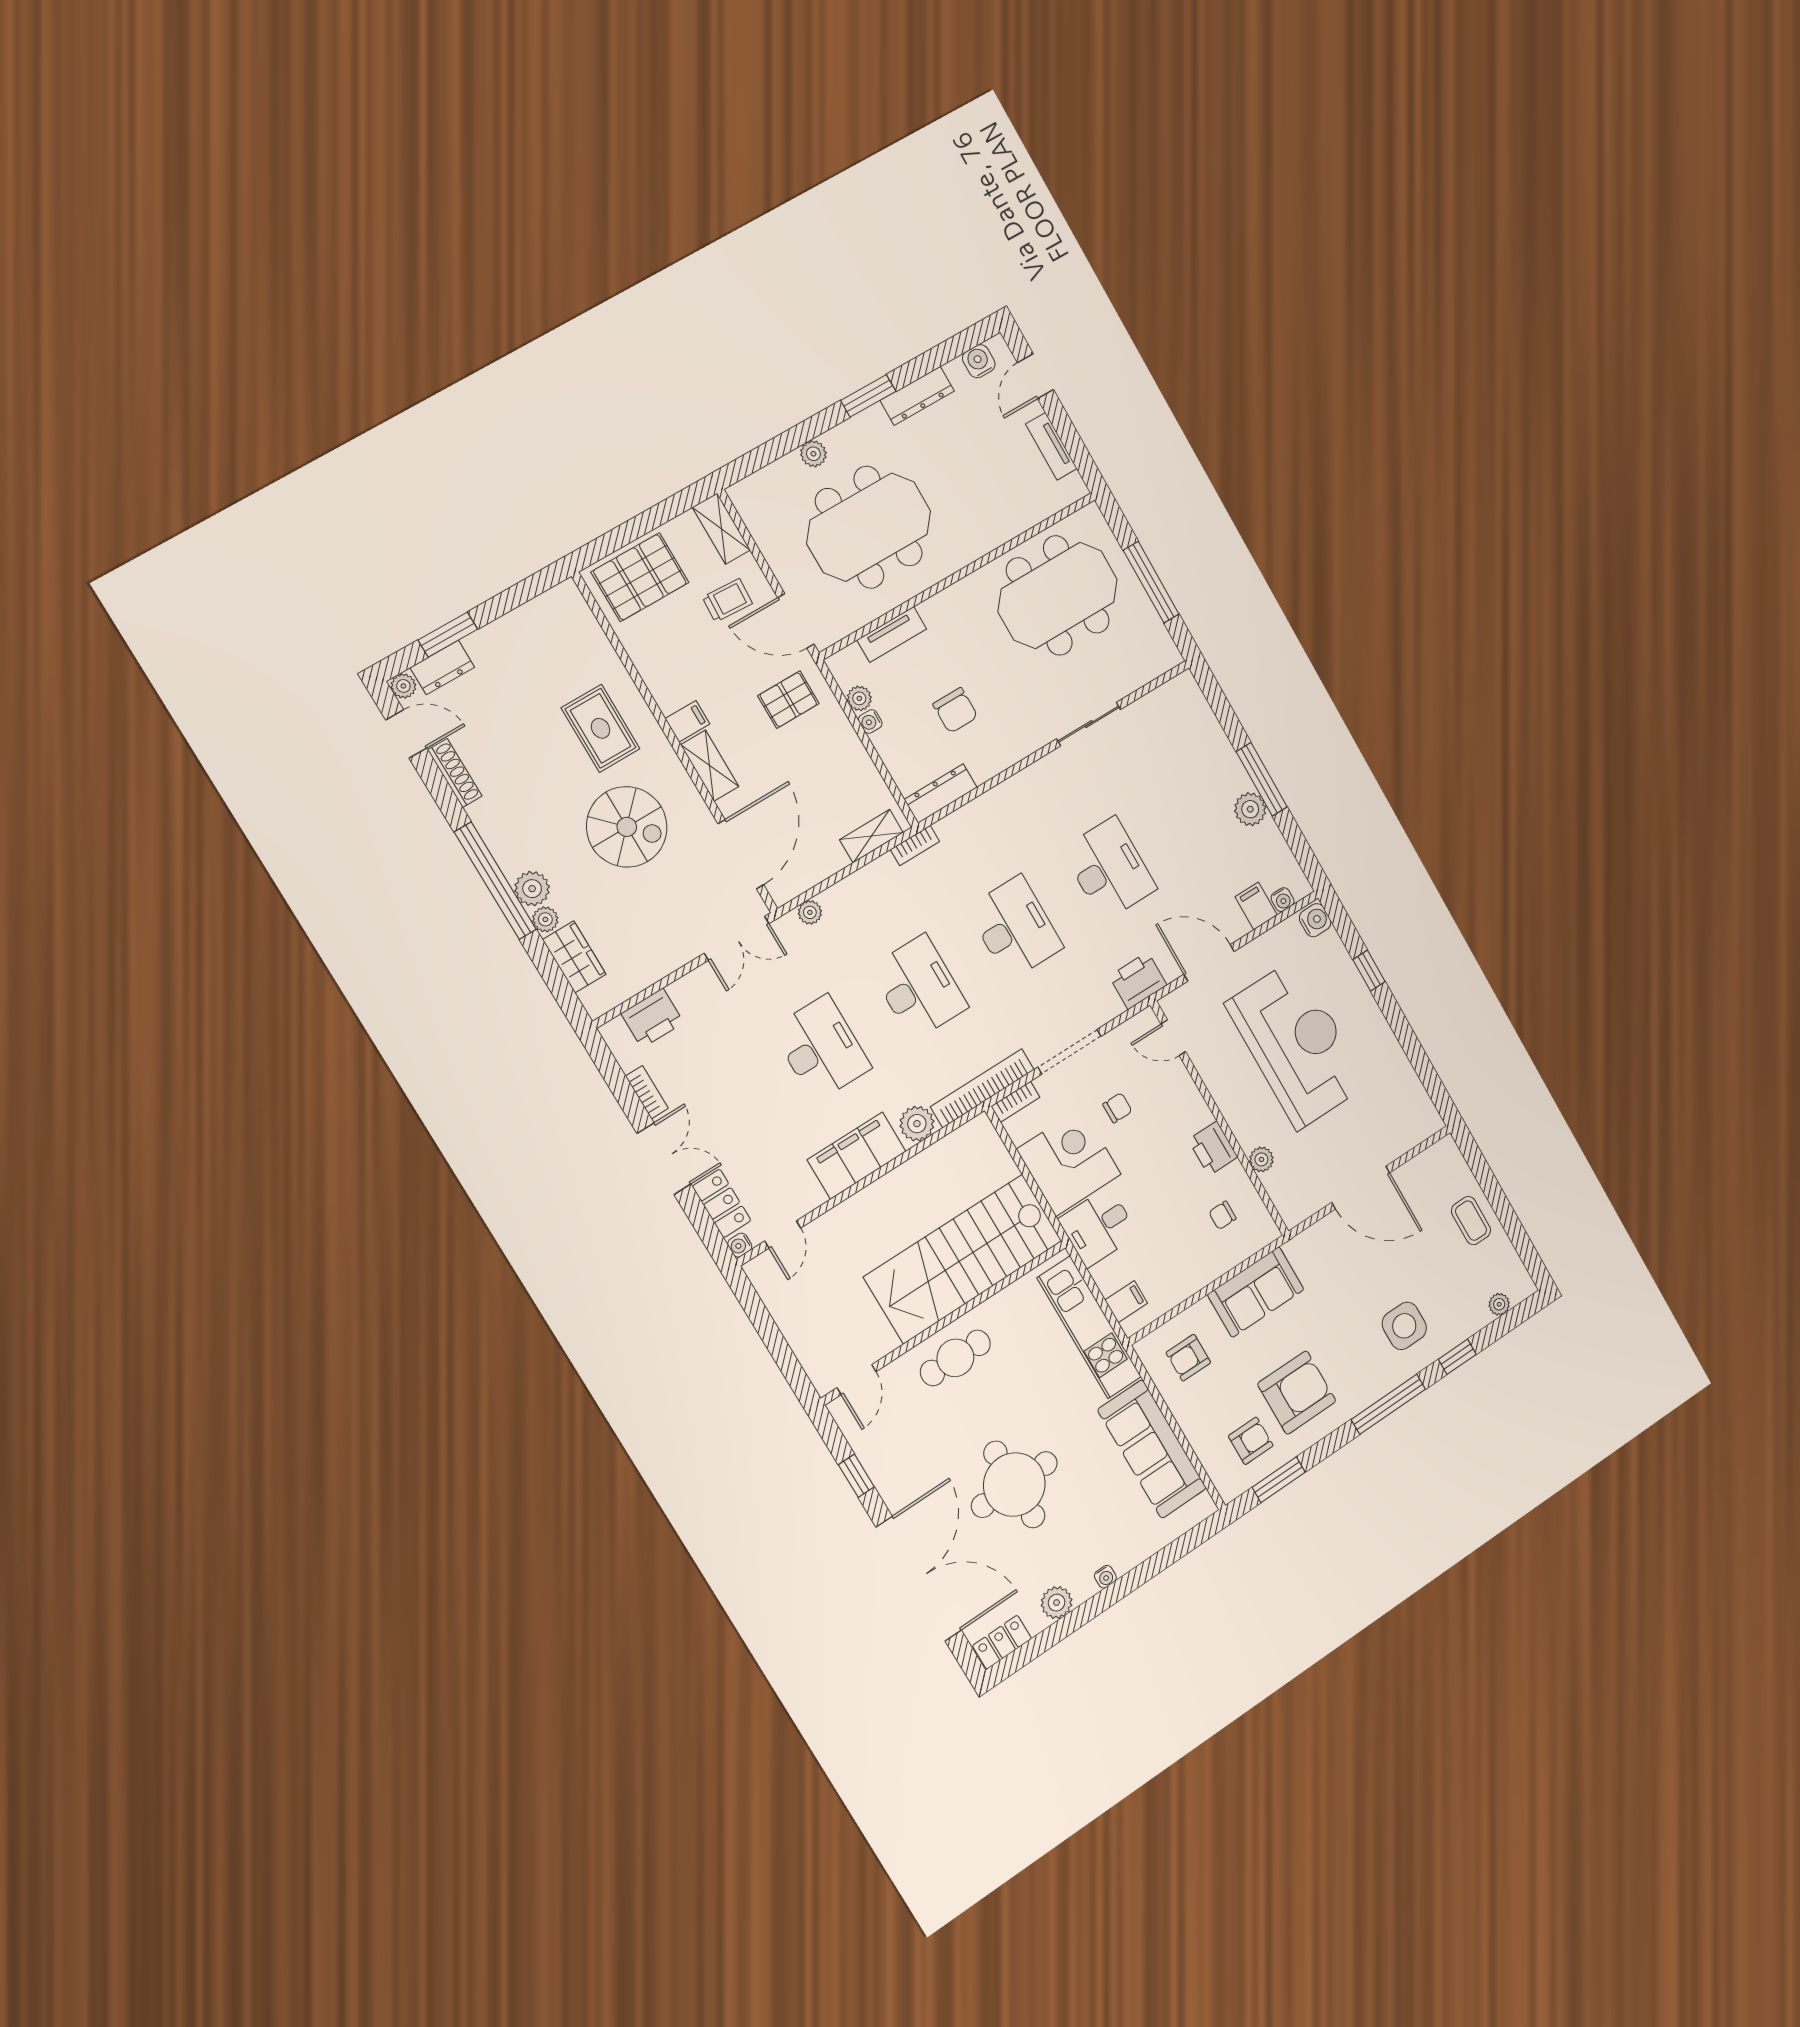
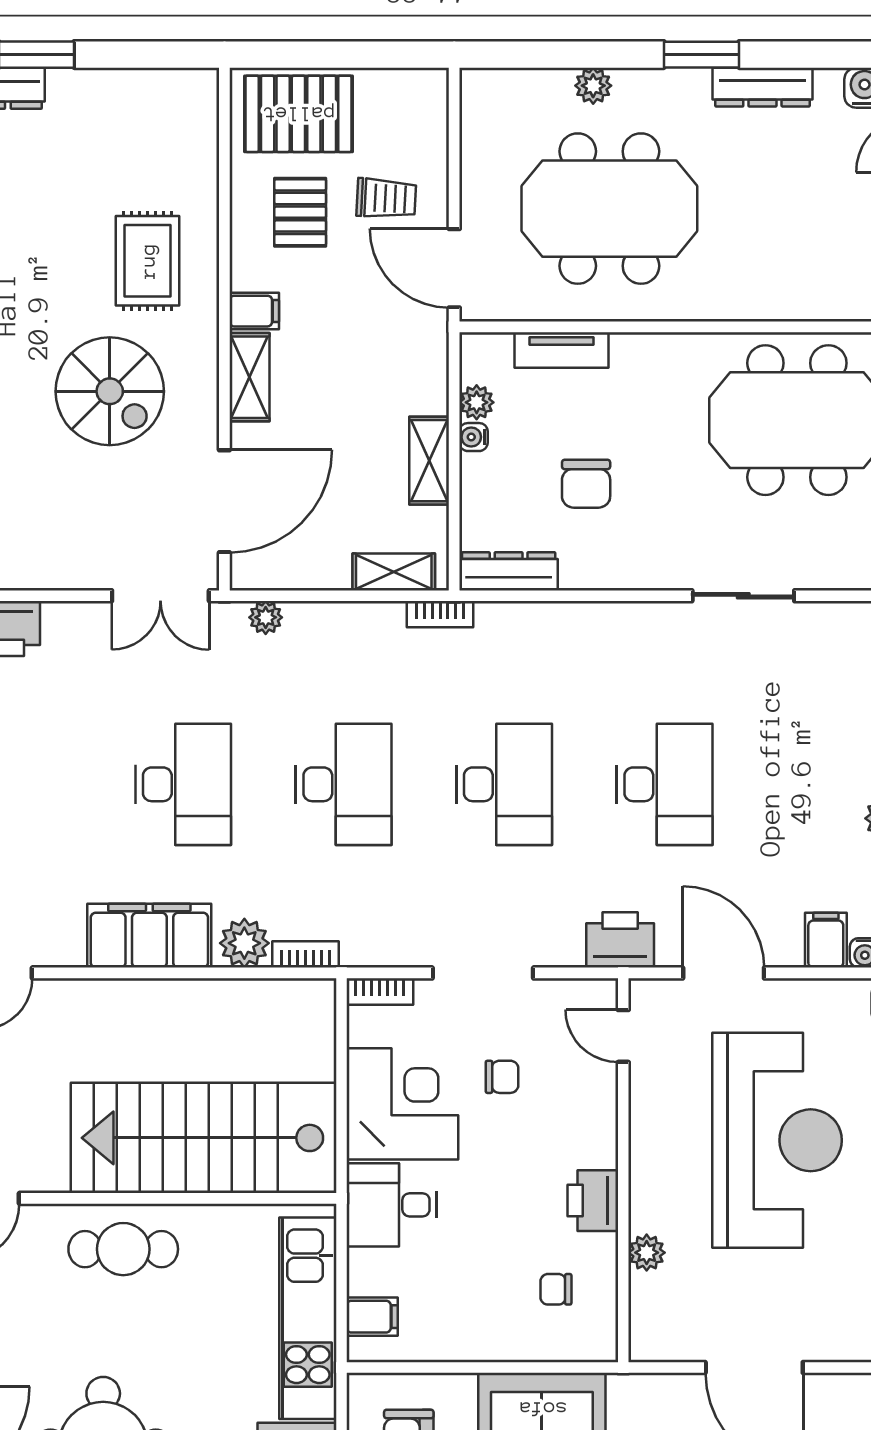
shelving: (721, 529) -> (429, 461), moved
pallet: (788, 700) -> (300, 212), moved, turned 90
bookcase: (982, 1088) -> (306, 954), width x0.43, depth x0.76

